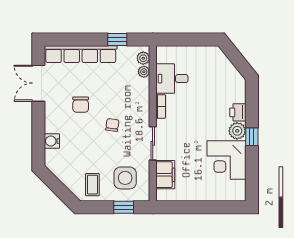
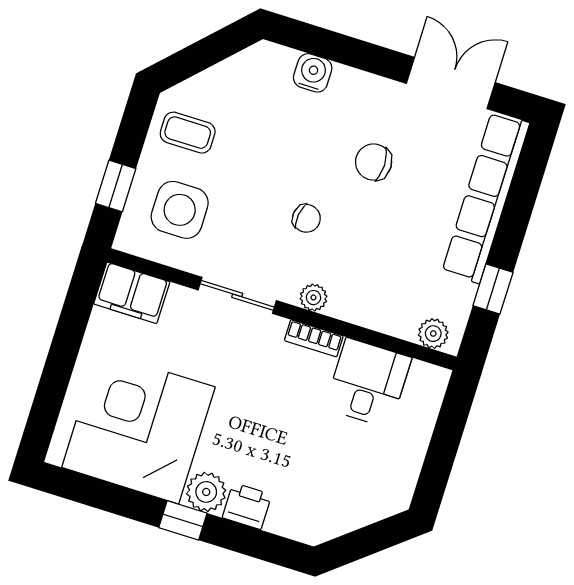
plant: (144, 72) -> (313, 298), moved
corner desk: (226, 160) -> (138, 427), width x1.36, depth x1.36
filing cabinet: (165, 175) -> (132, 293), moved

